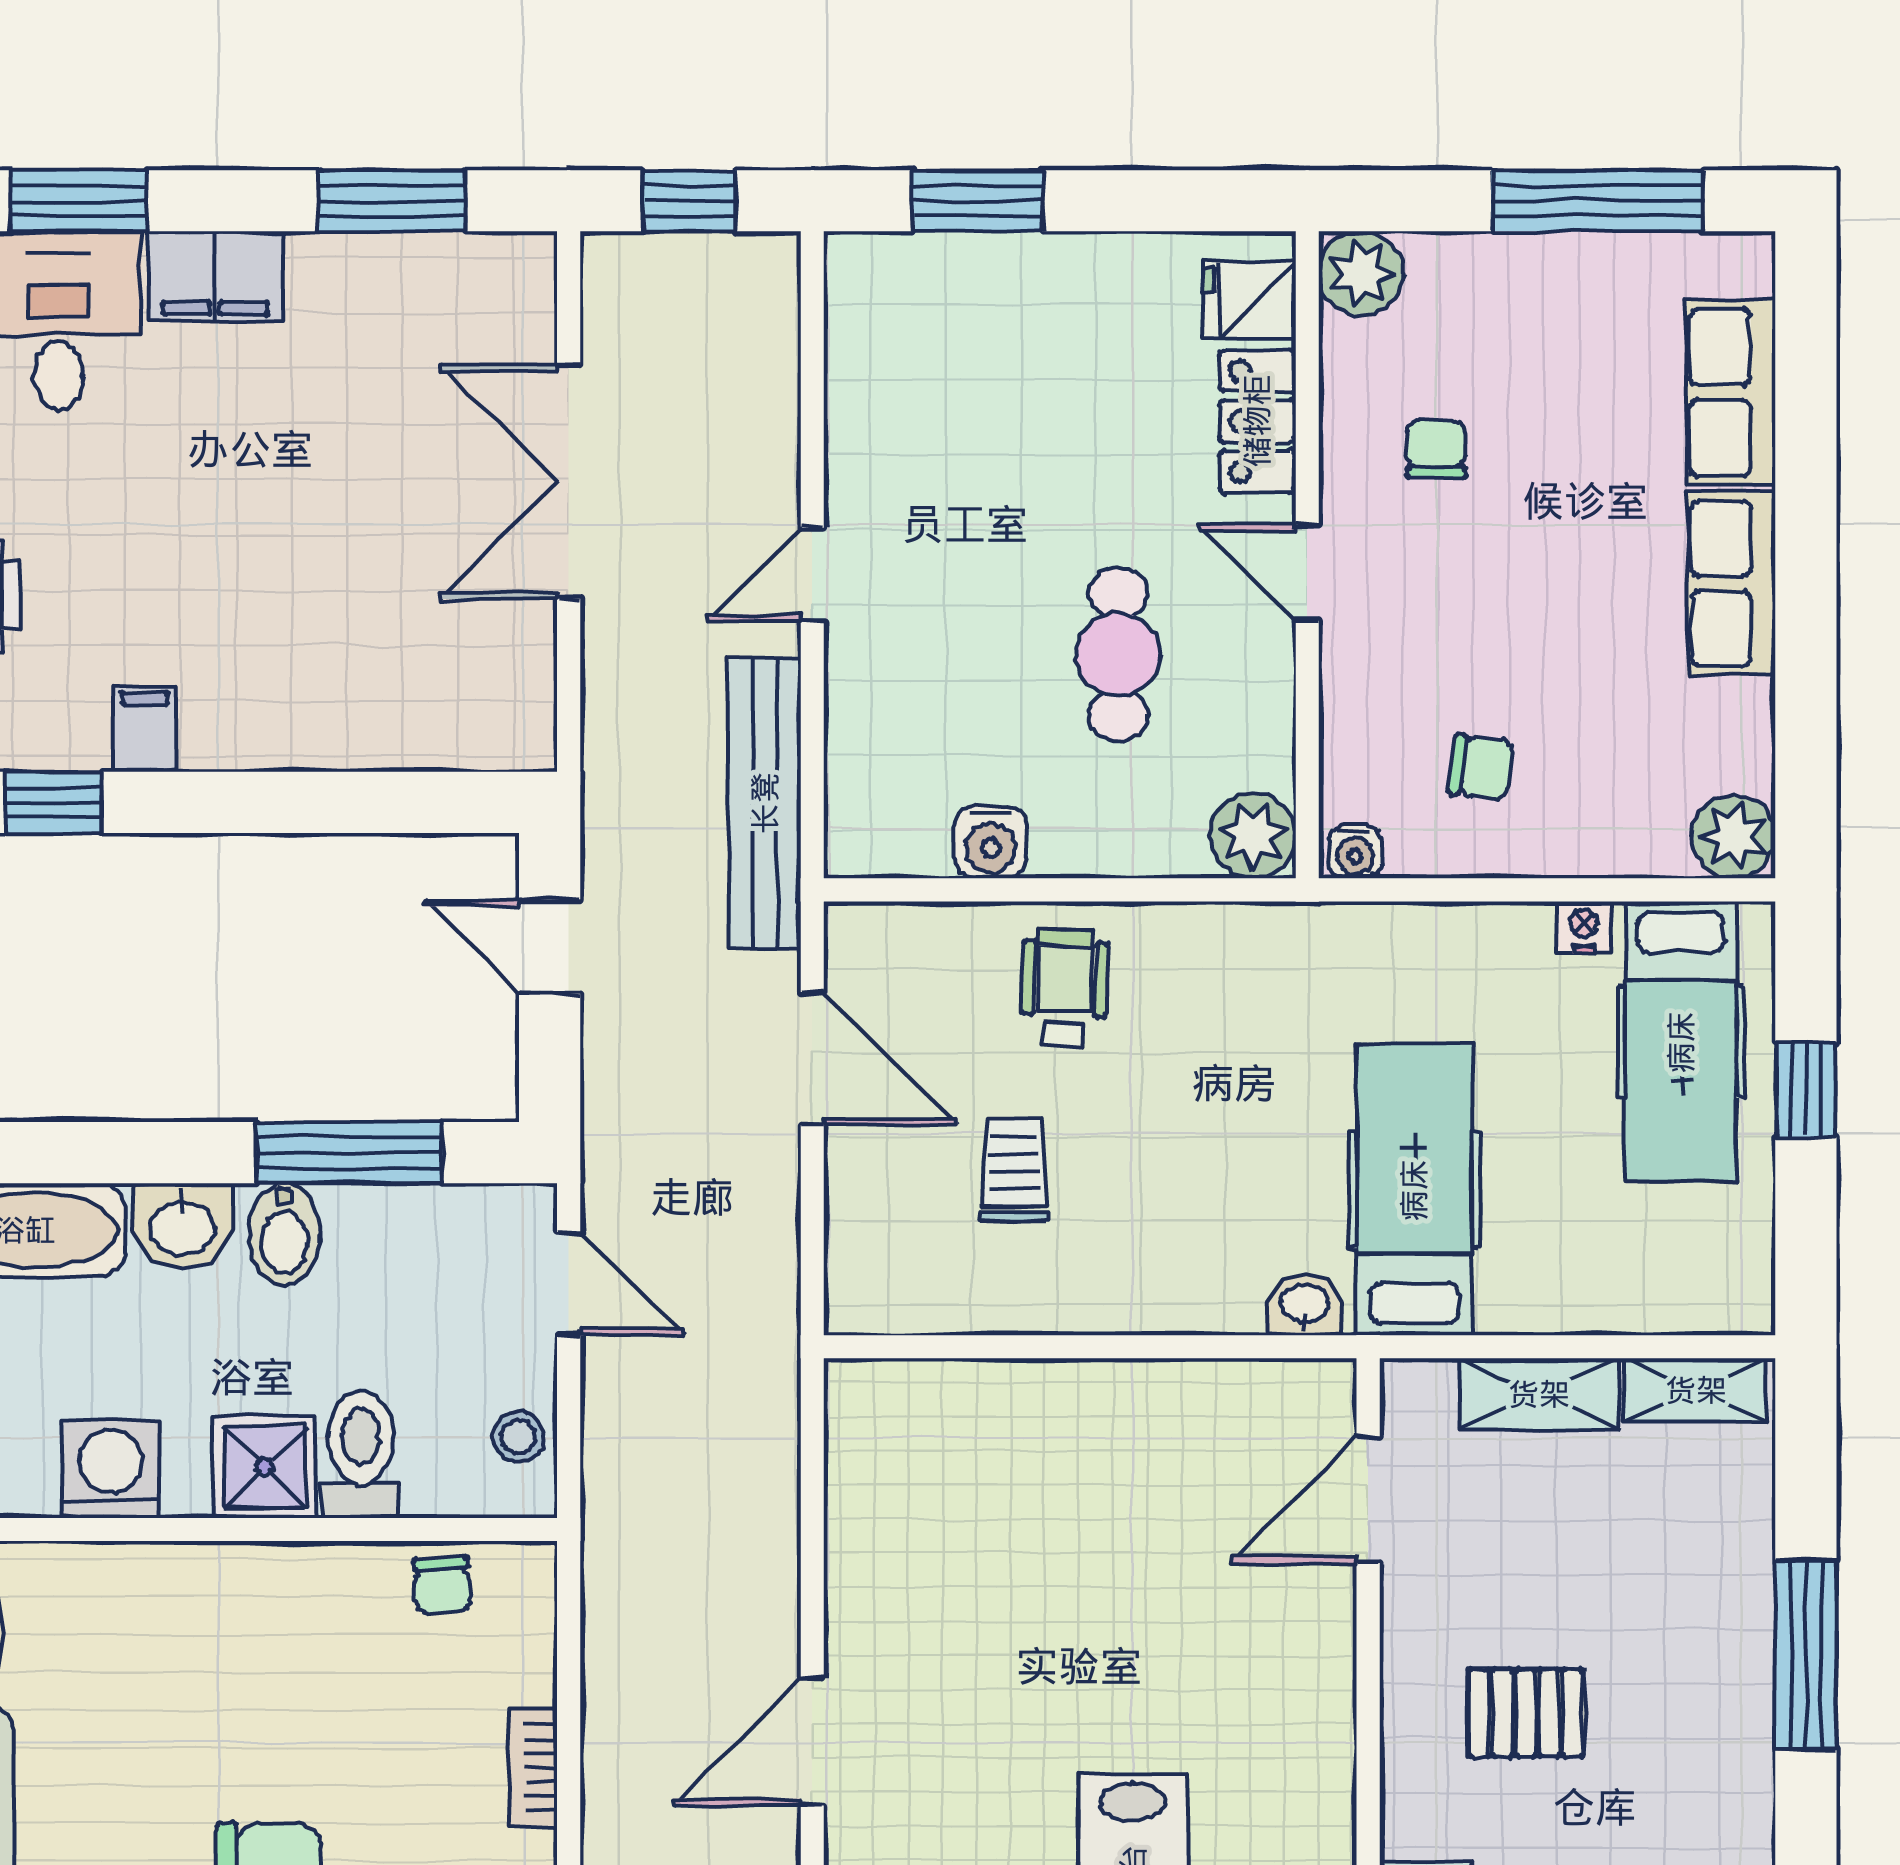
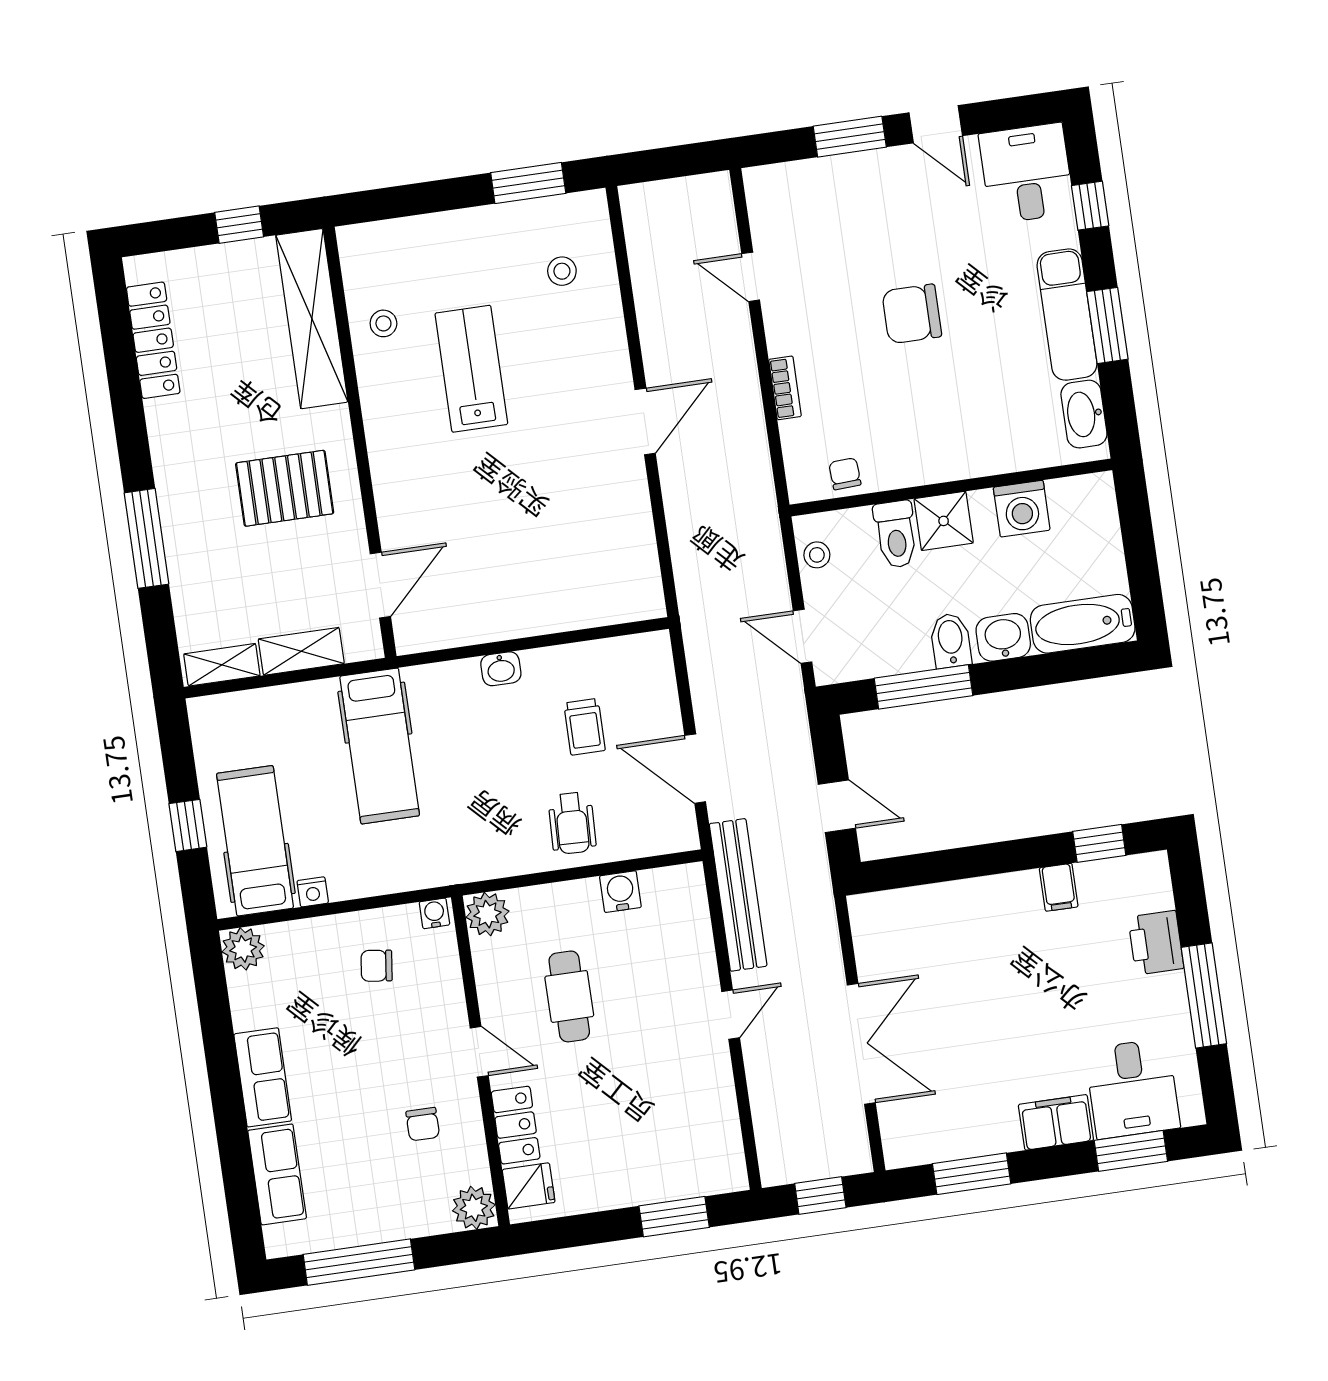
washbasin: (1305, 1305) -> (501, 669), moved
pallet: (1526, 1713) -> (285, 488), width x1.50, depth x1.42

